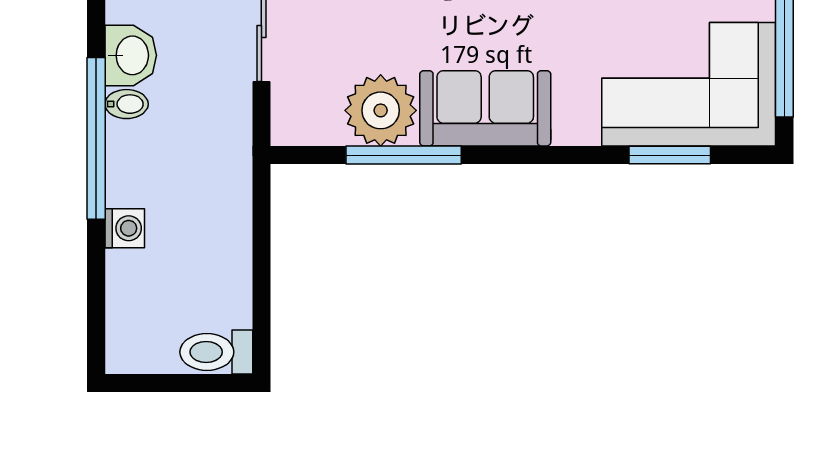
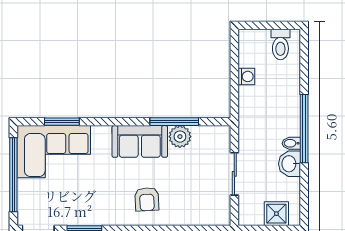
plant: (381, 110) -> (180, 137), width x0.73, depth x0.73
washing machine: (125, 228) -> (246, 76), moved, turned 180
toilet: (216, 352) -> (280, 45), moved, turned 90

